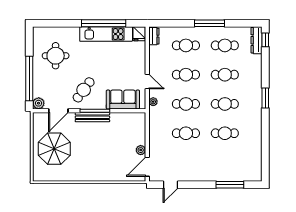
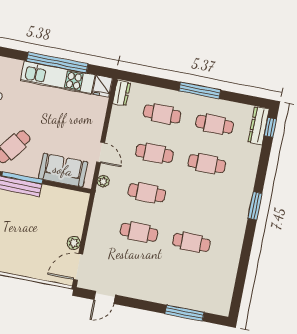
cafe table: (225, 104) -> (199, 203), removed

